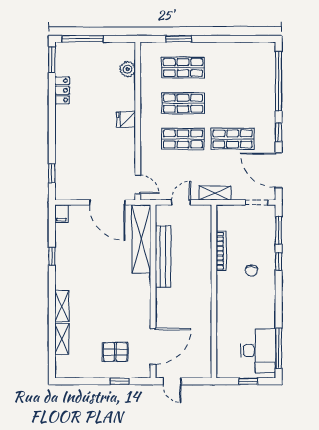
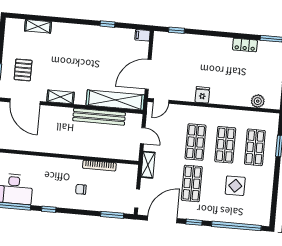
display table: (231, 87) -> (235, 186), added
fridge: (126, 119) -> (202, 95), moved
window: (279, 261) -> (49, 209), moved
shelving: (62, 306) -> (61, 97), moved

